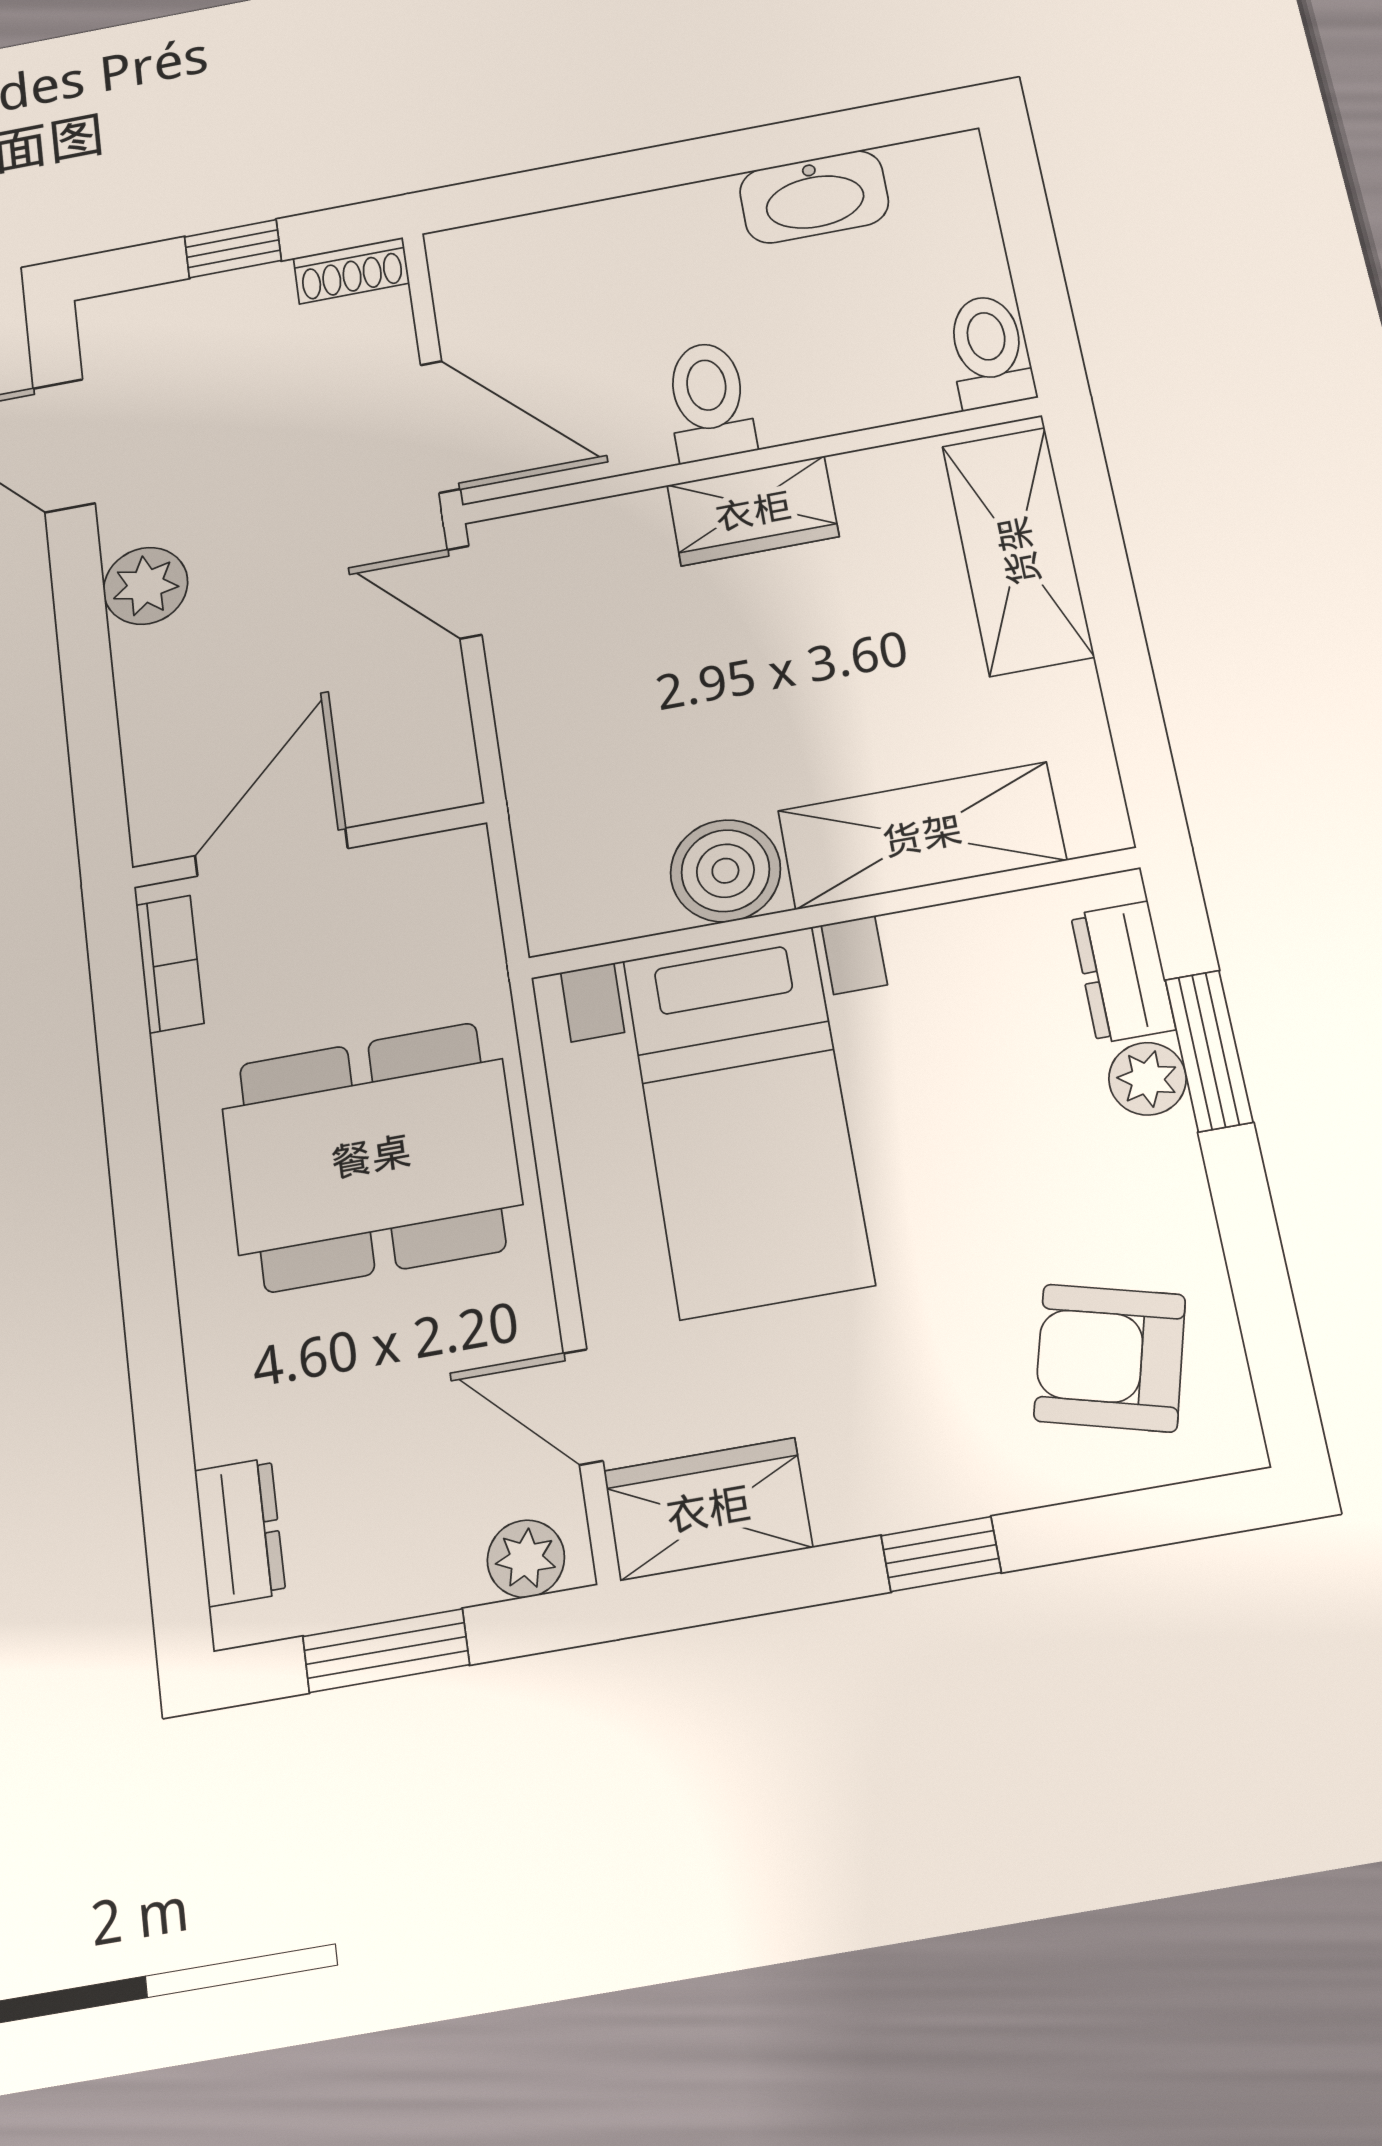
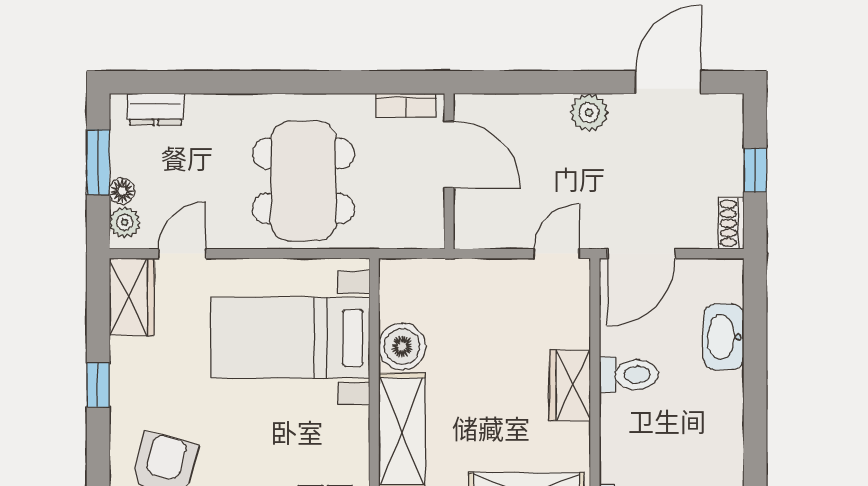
washbasin: (814, 197) -> (724, 337), moved
floor lamp: (450, 1579) -> (122, 191), added

